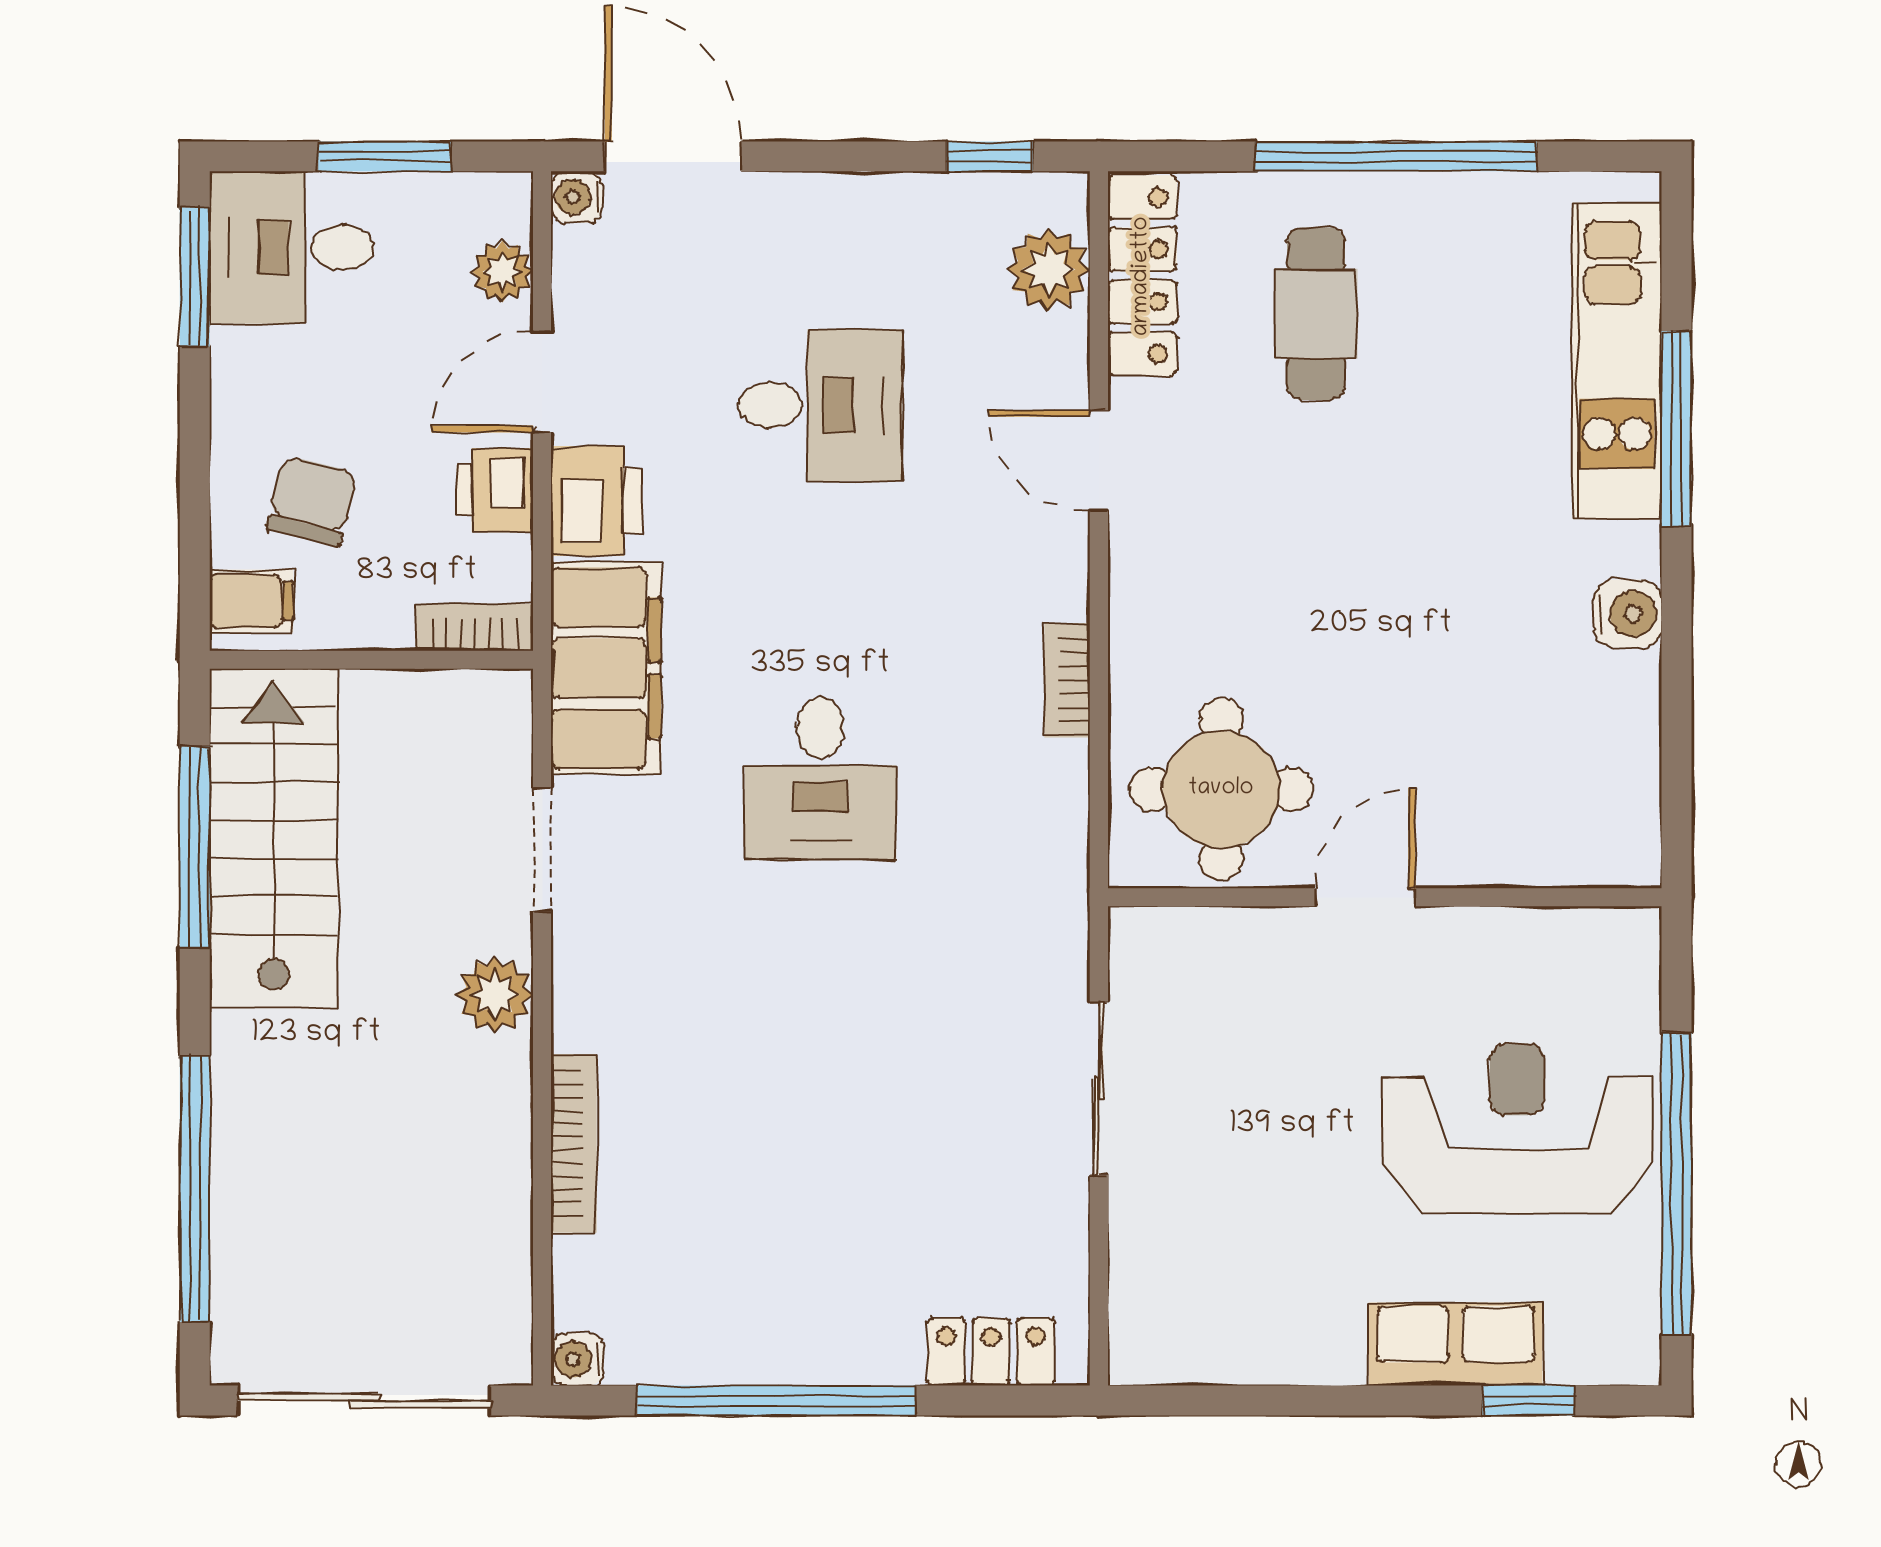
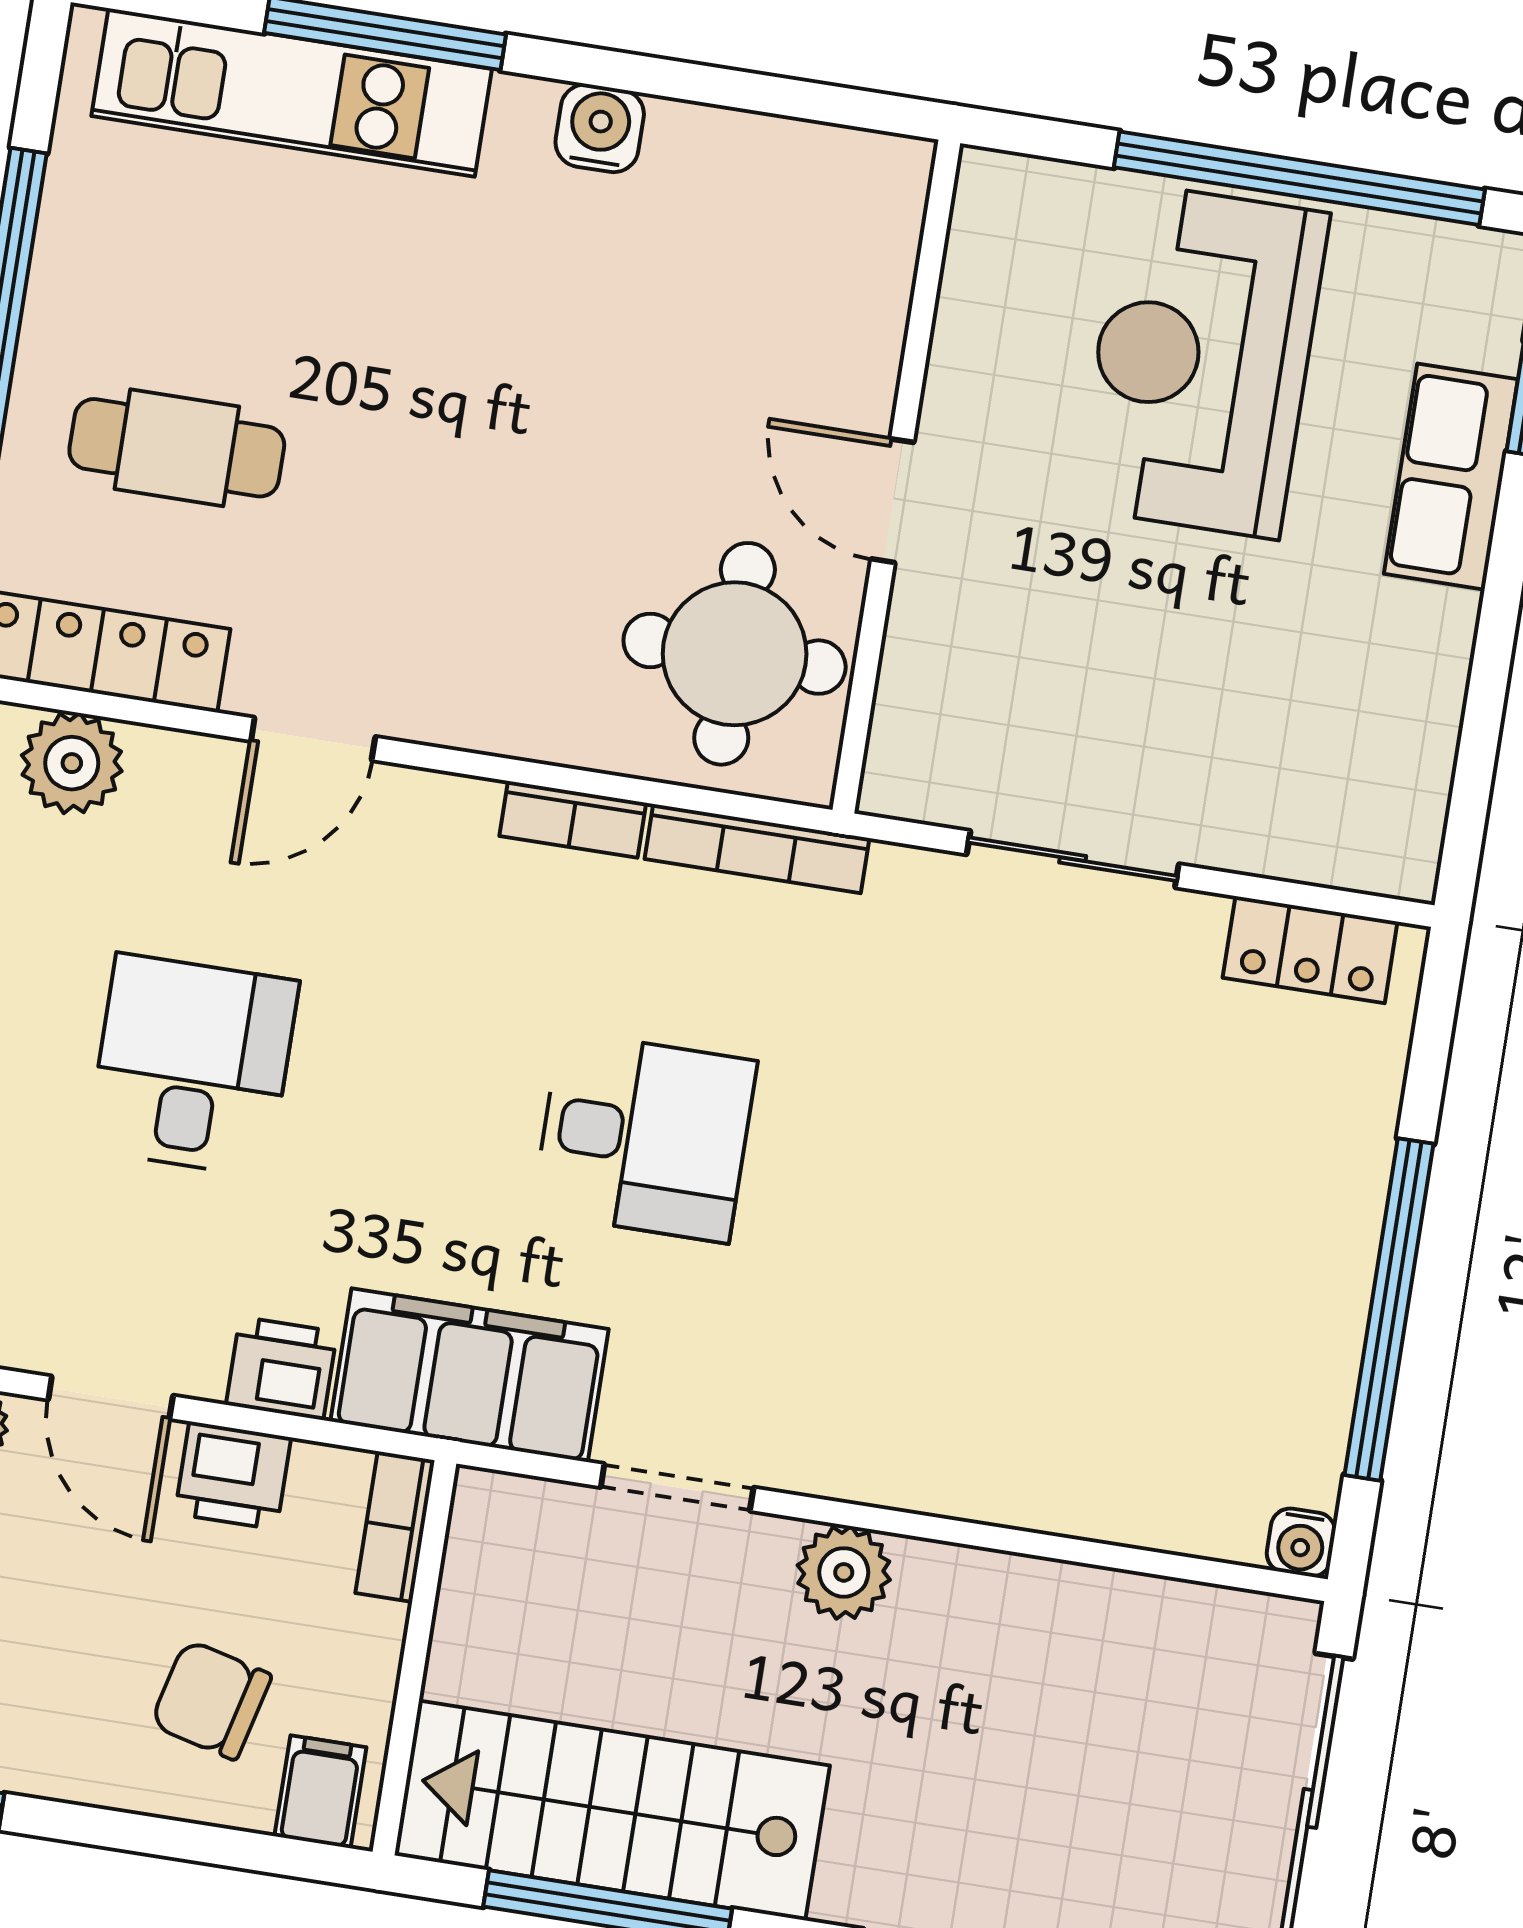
printer: (596, 501) -> (282, 1368), width x0.73, depth x0.81
bookcase: (574, 1143) -> (757, 849), moved, turned 180
locker: (991, 1352) -> (1310, 950), moved, turned -90

